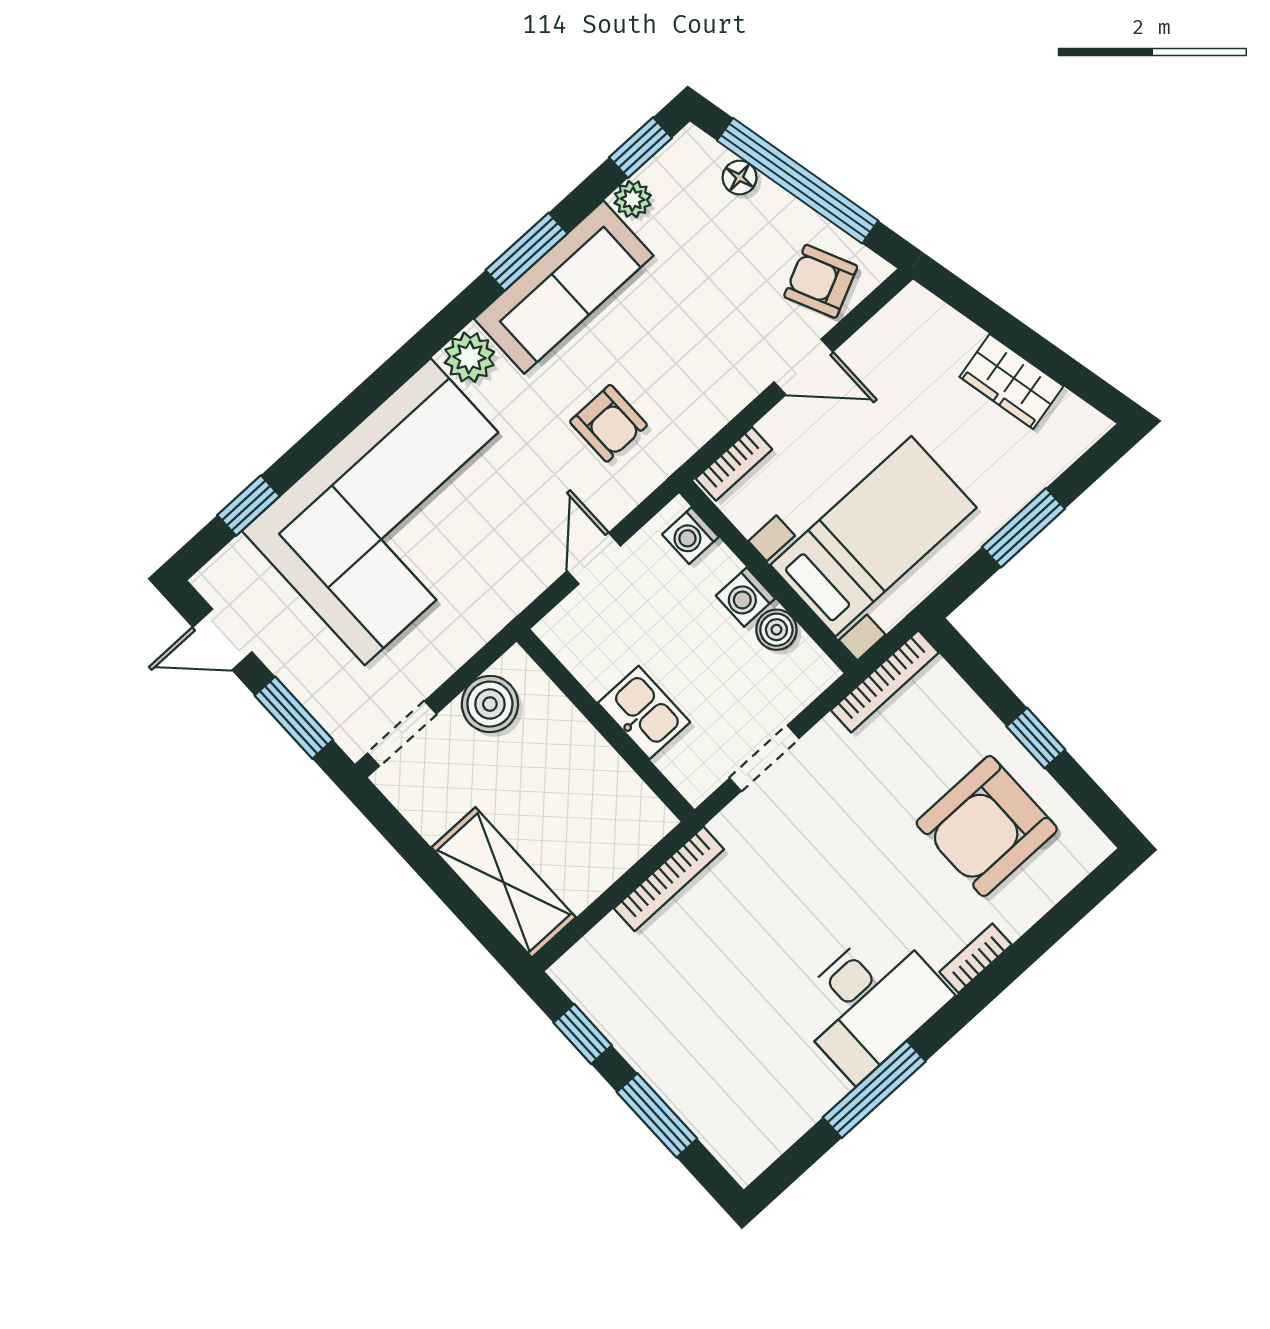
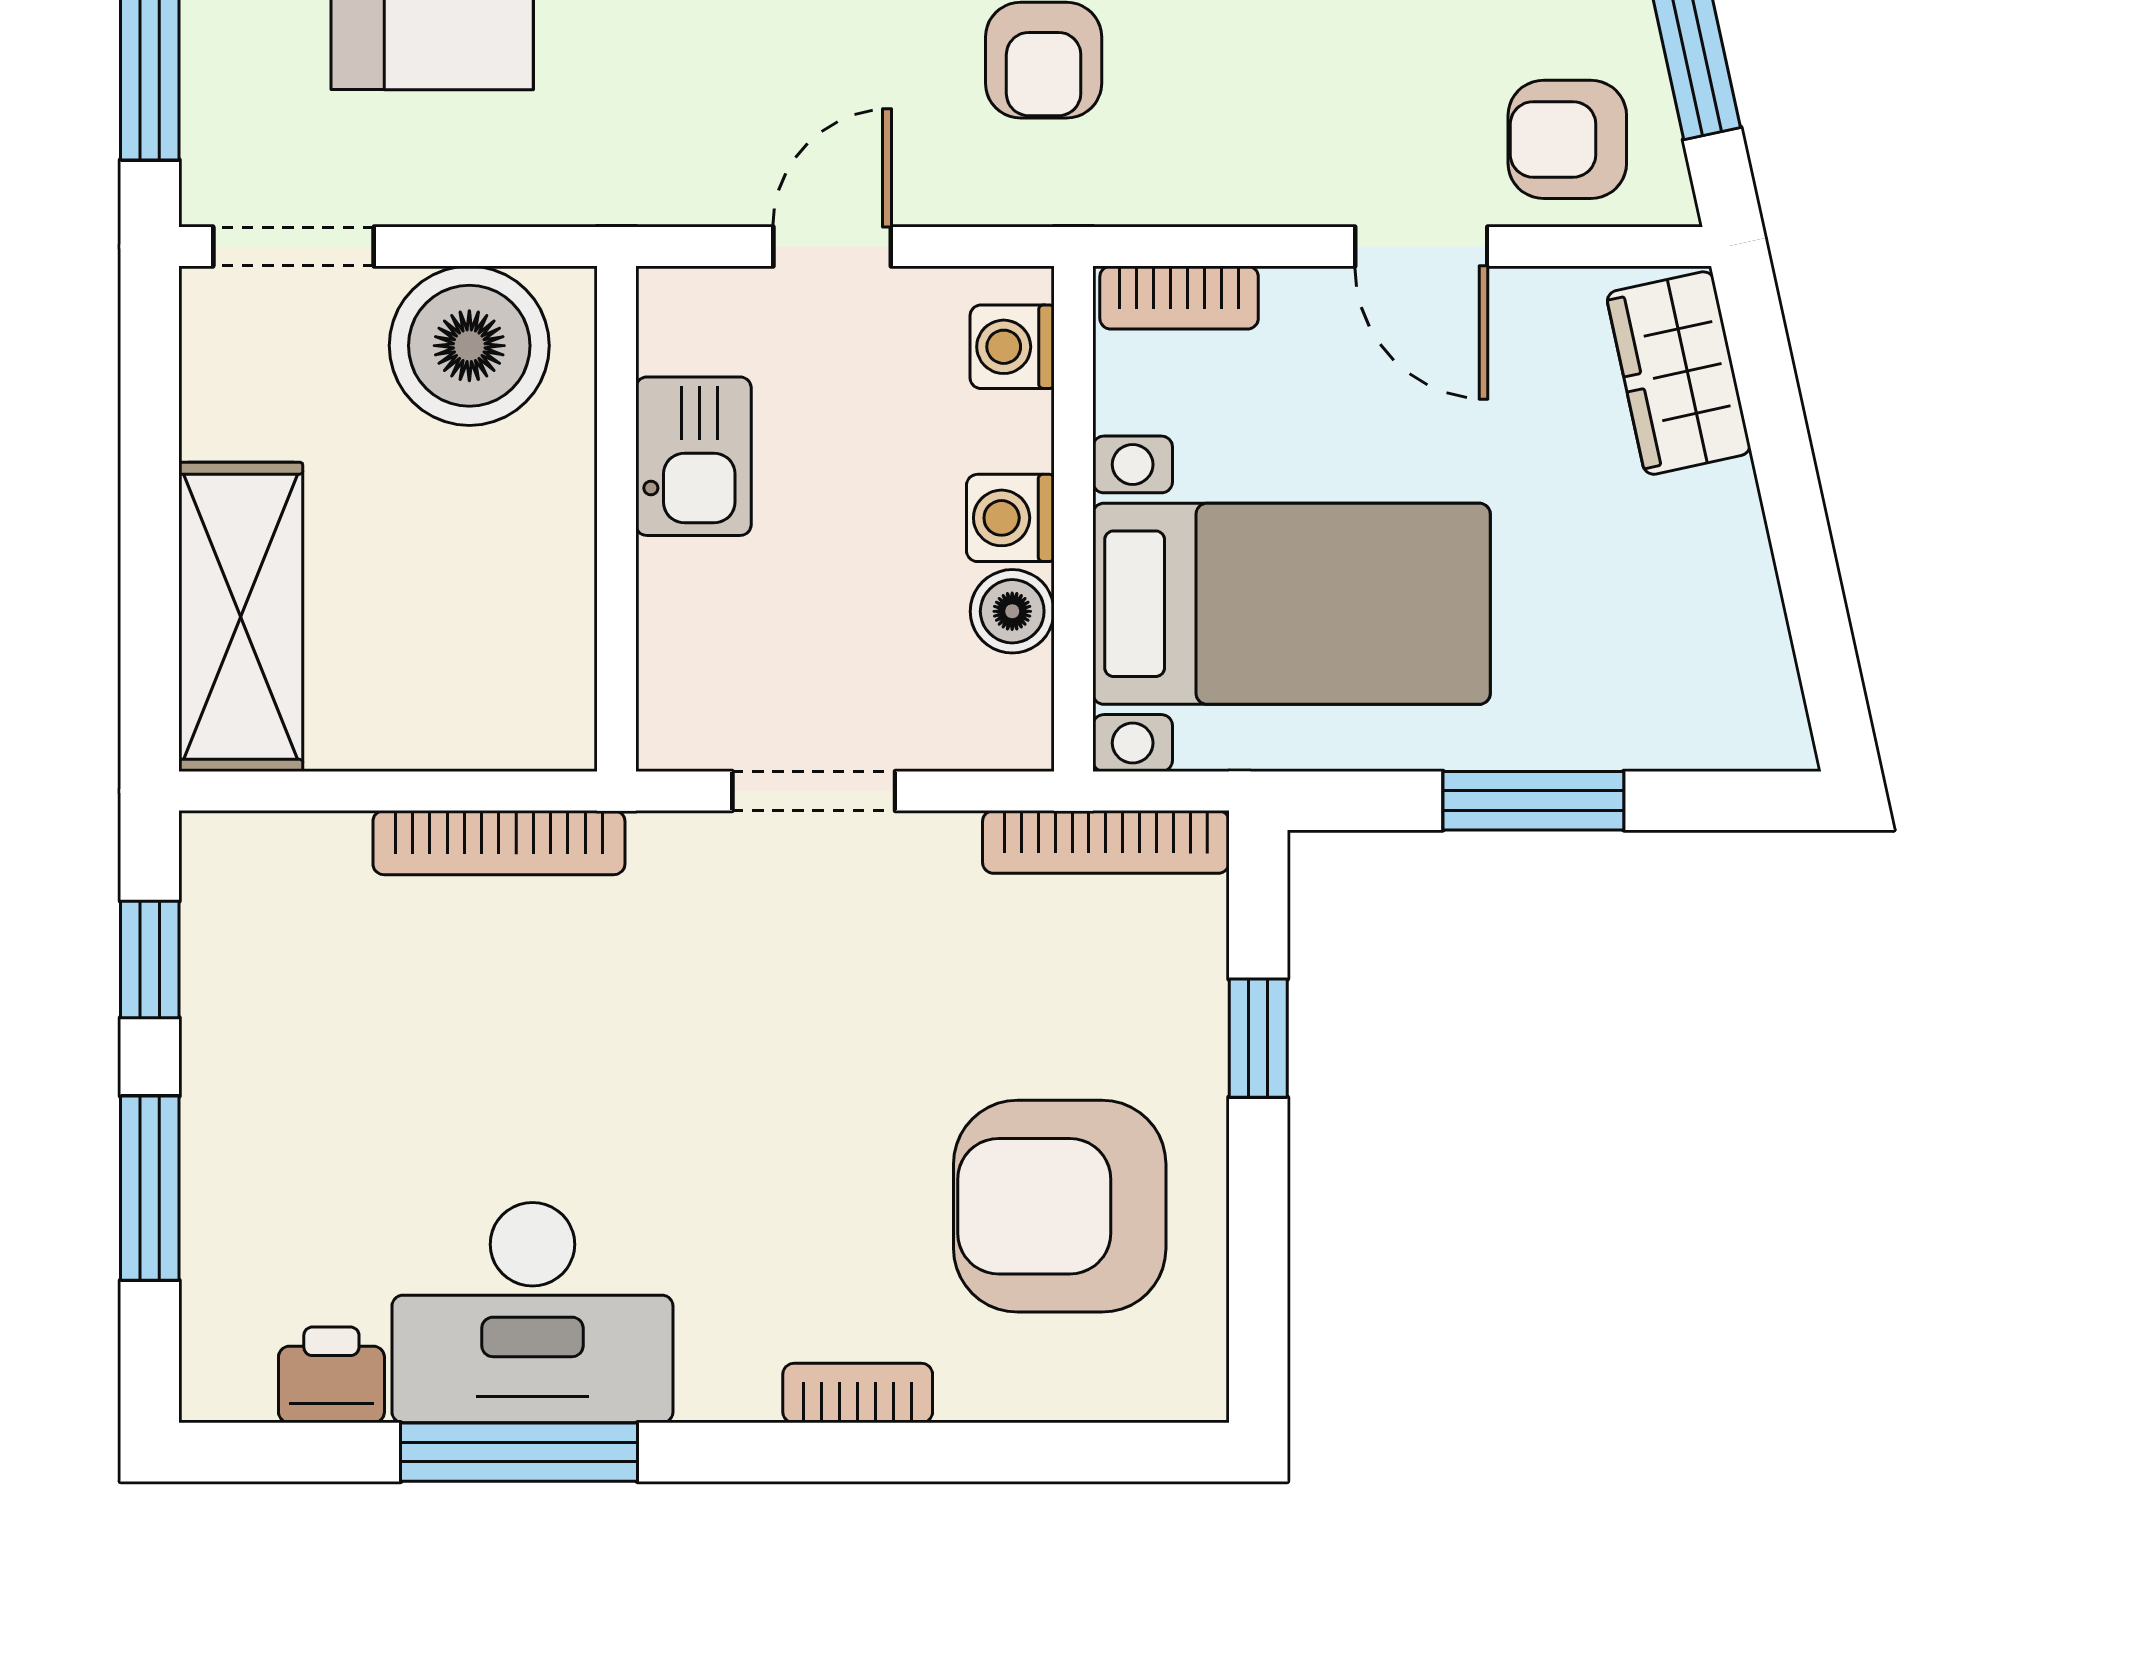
armchair: (821, 281) -> (1567, 139), turned -65
wardrobe: (1011, 382) -> (1679, 373), moved
boiler: (490, 704) -> (469, 346), width x1.37, depth x1.37
kitchen sink: (644, 713) -> (693, 456), moved
window: (1036, 738) -> (1258, 1038), moved
desk: (870, 1002) -> (532, 1313), moved
printer: (782, 1123) -> (331, 1375), added

